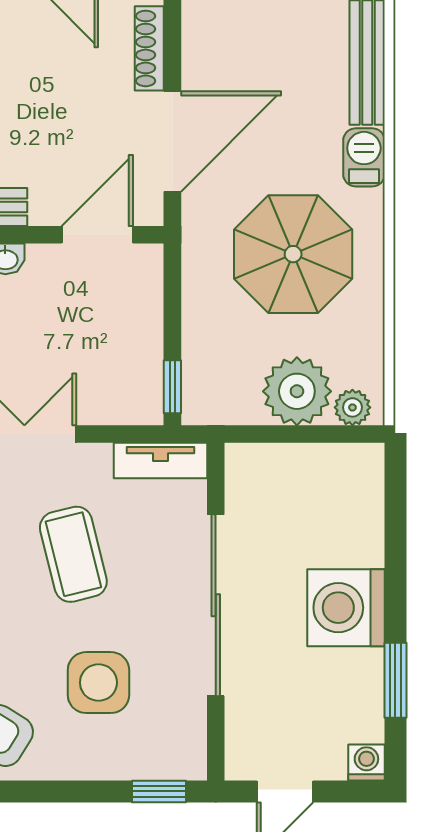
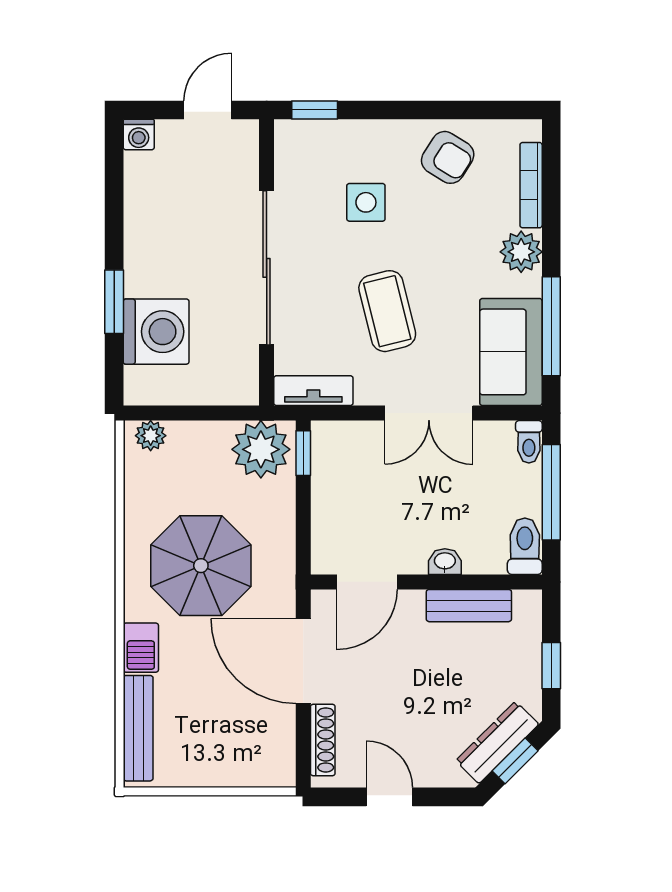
door: (172, 141) -> (303, 661), hinge flipped
plant: (297, 391) -> (261, 449), moved
washing machine: (346, 608) -> (156, 332), moved
window: (395, 680) -> (114, 302), moved
side table: (98, 683) -> (366, 202), width x0.73, depth x0.73

